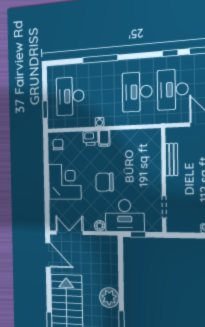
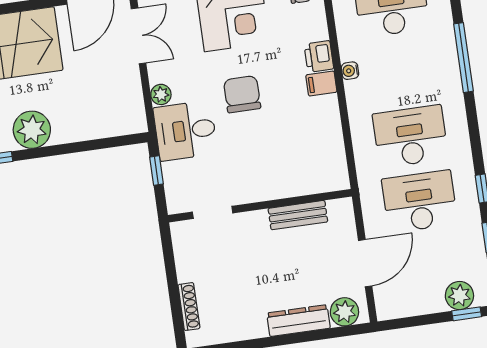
desk: (125, 216) -> (185, 131), width x0.73

